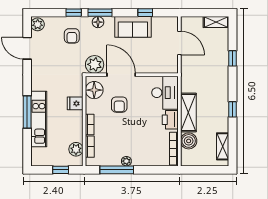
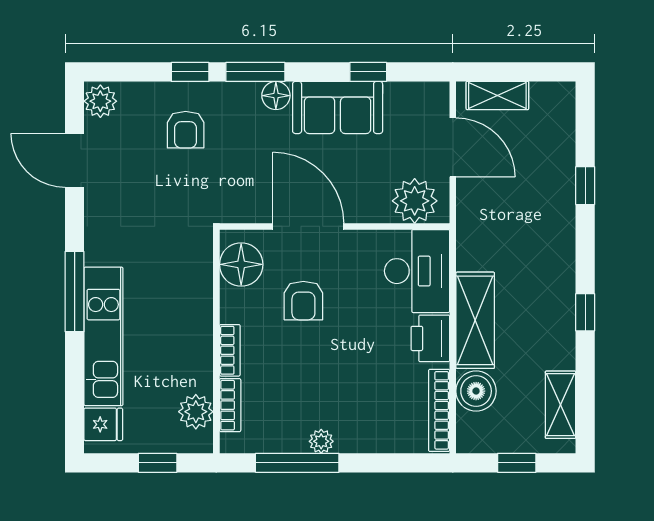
floor lamp: (98, 22) -> (276, 96), moved
shelving: (216, 22) -> (497, 95), moved
plant: (95, 64) -> (415, 201), moved
fridge: (75, 103) -> (103, 424), moved, turned 180
window: (27, 112) -> (75, 292), moved
window: (205, 170) -> (517, 463), added

